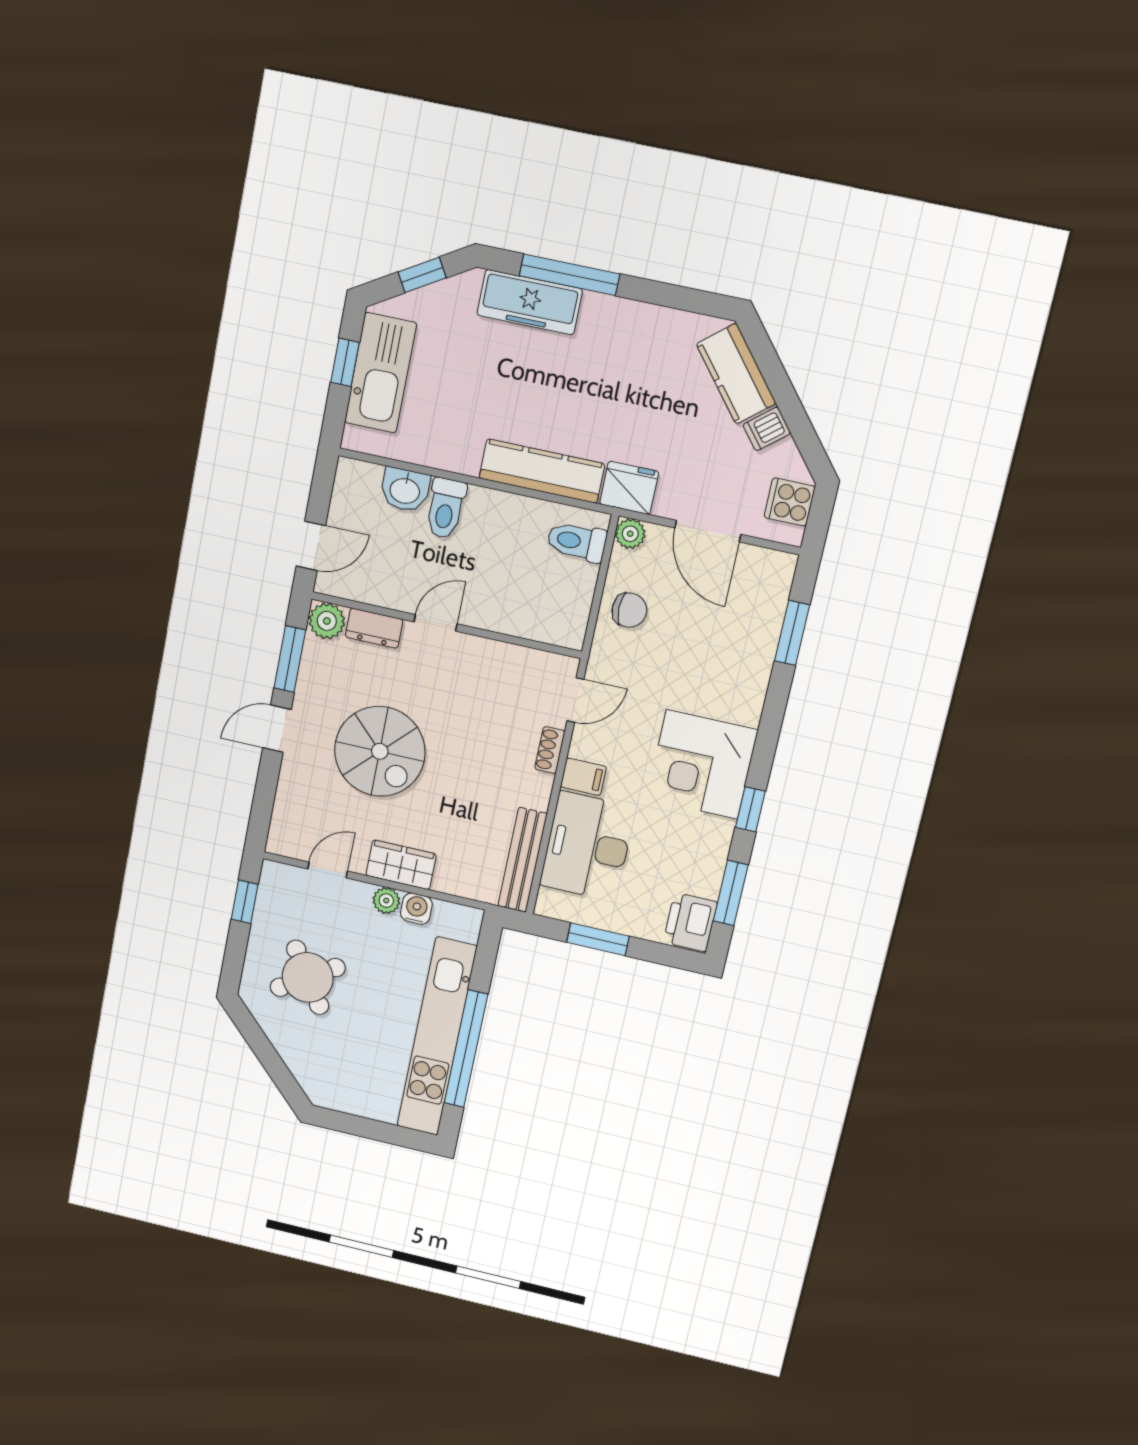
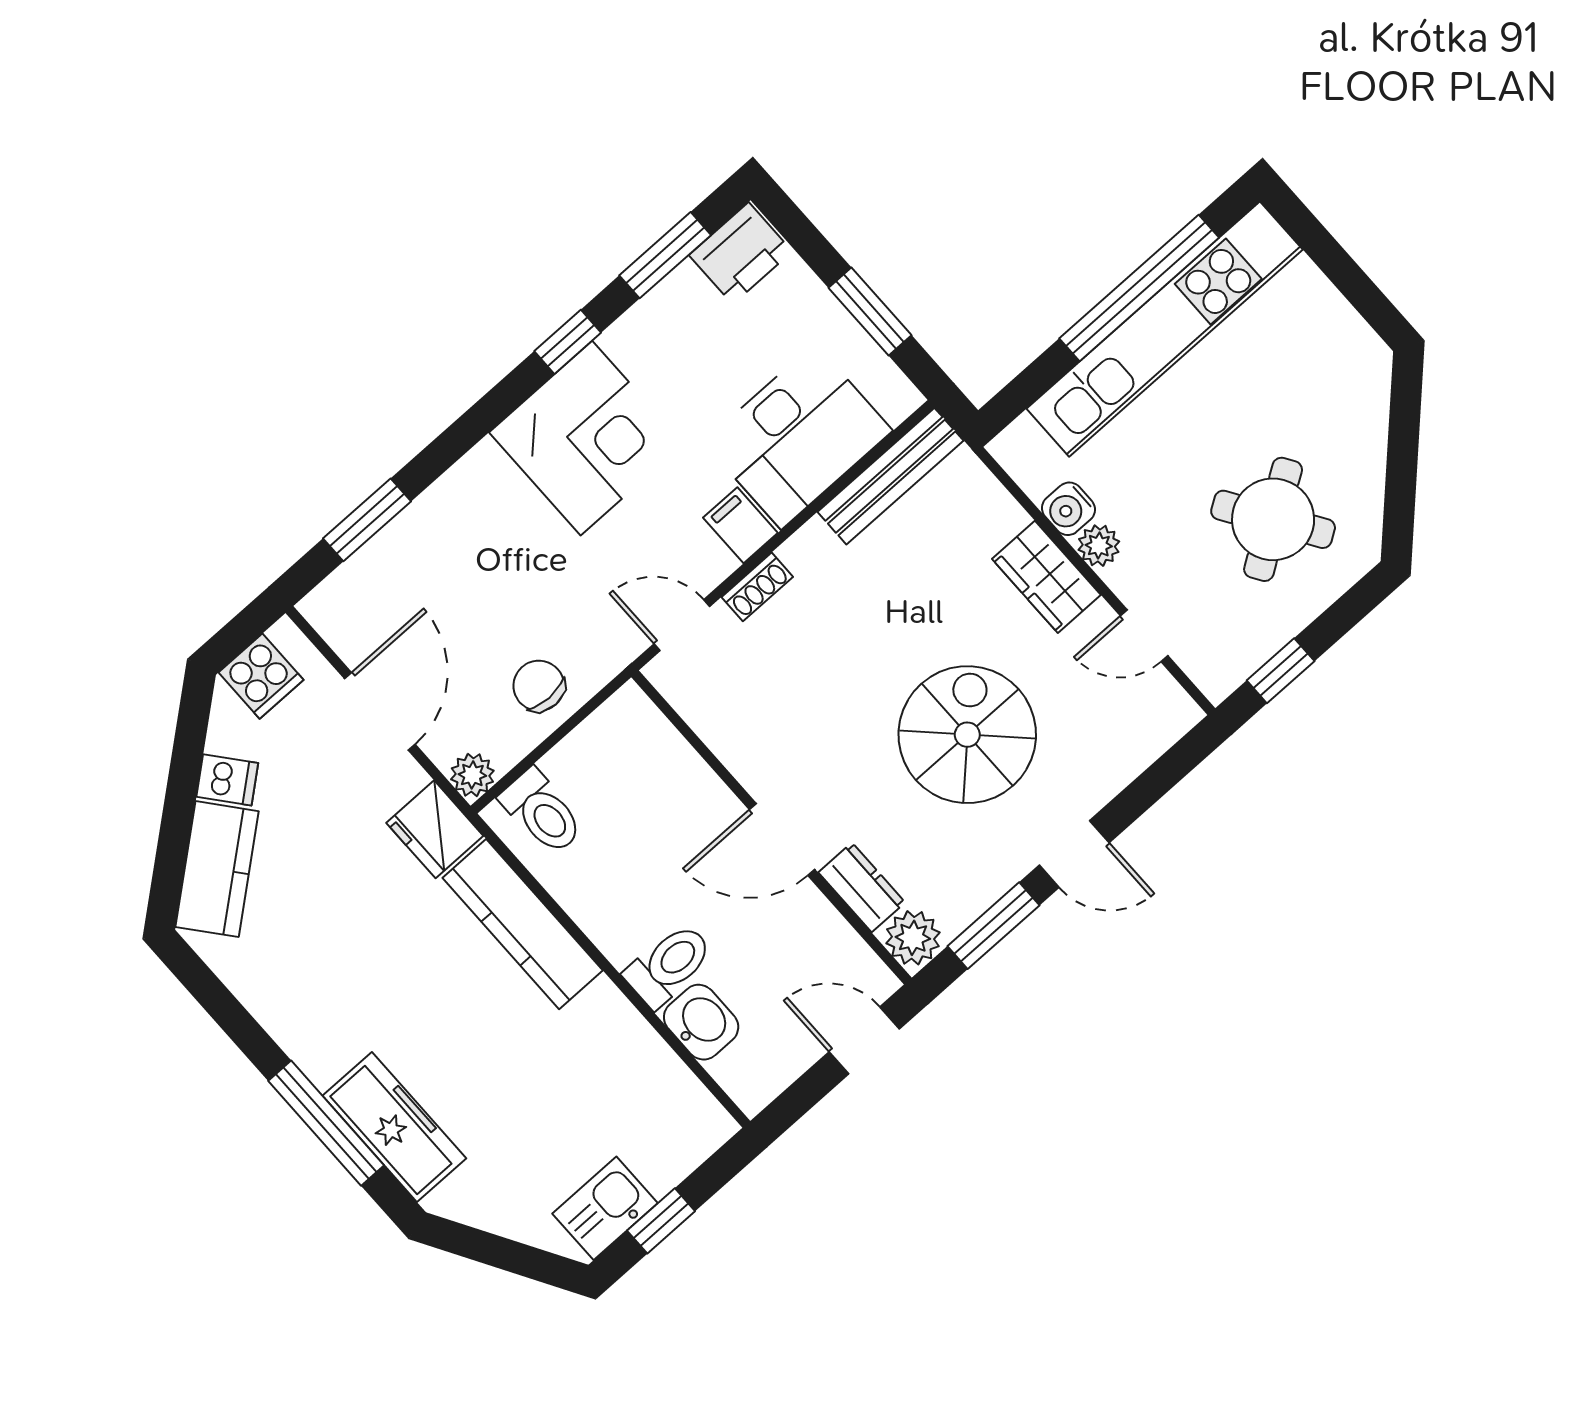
window: (422, 275) -> (496, 1251), removed
kitchen sink: (381, 373) -> (605, 1208), width x0.53, depth x0.81
door: (436, 623) -> (782, 839), width x1.38

